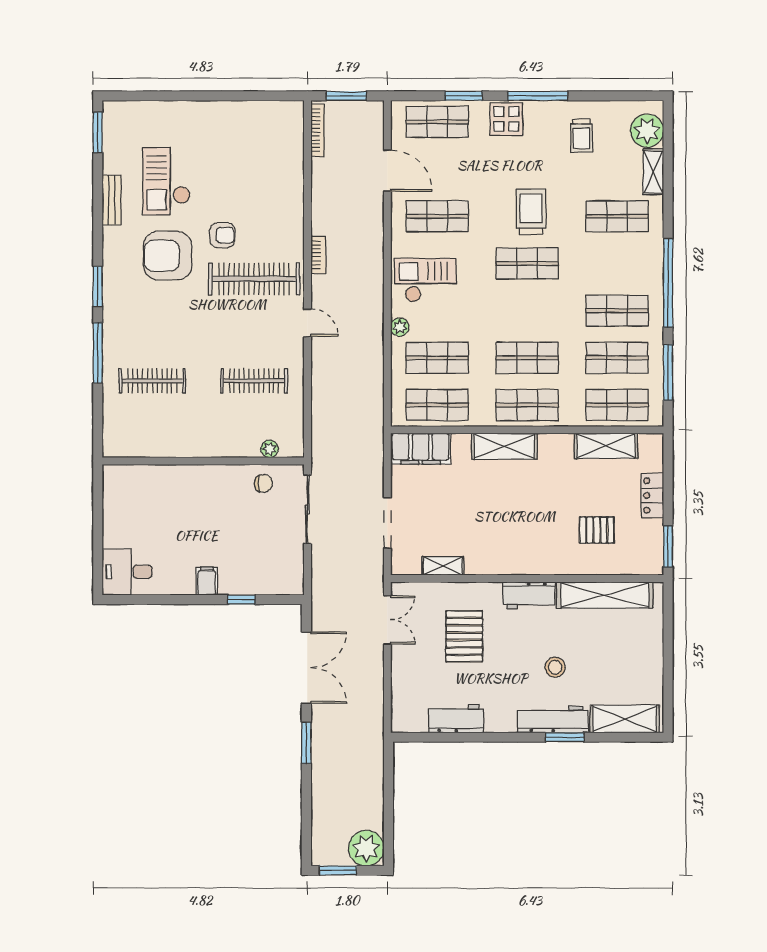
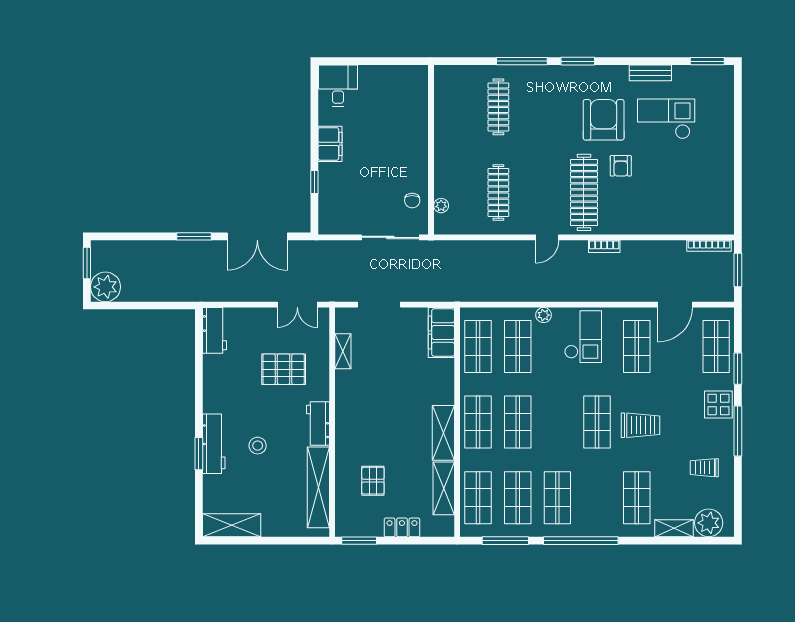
shelving: (504, 446) -> (443, 433), moved
filing cabinet: (207, 581) -> (330, 144), width x2.00
workbench: (456, 719) -> (214, 330), moved
shelving: (625, 719) -> (232, 525), moved, turned 90

